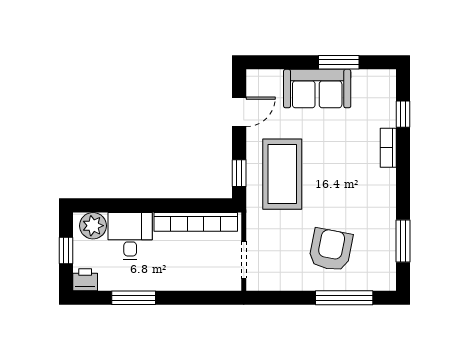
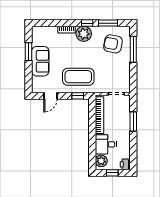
door: (239, 112) -> (51, 96), swing flipped
window: (403, 114) -> (87, 23), moved
plant: (379, 186) -> (84, 34), added
armchair: (331, 250) -> (113, 44), moved
window: (134, 298) -> (133, 122), moved

